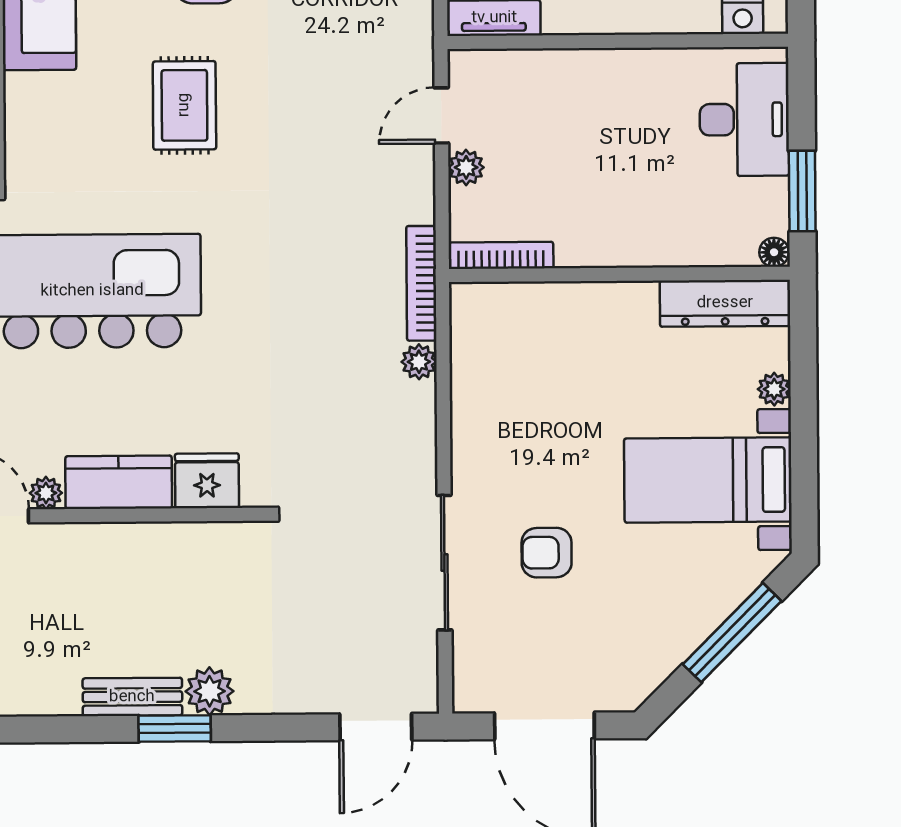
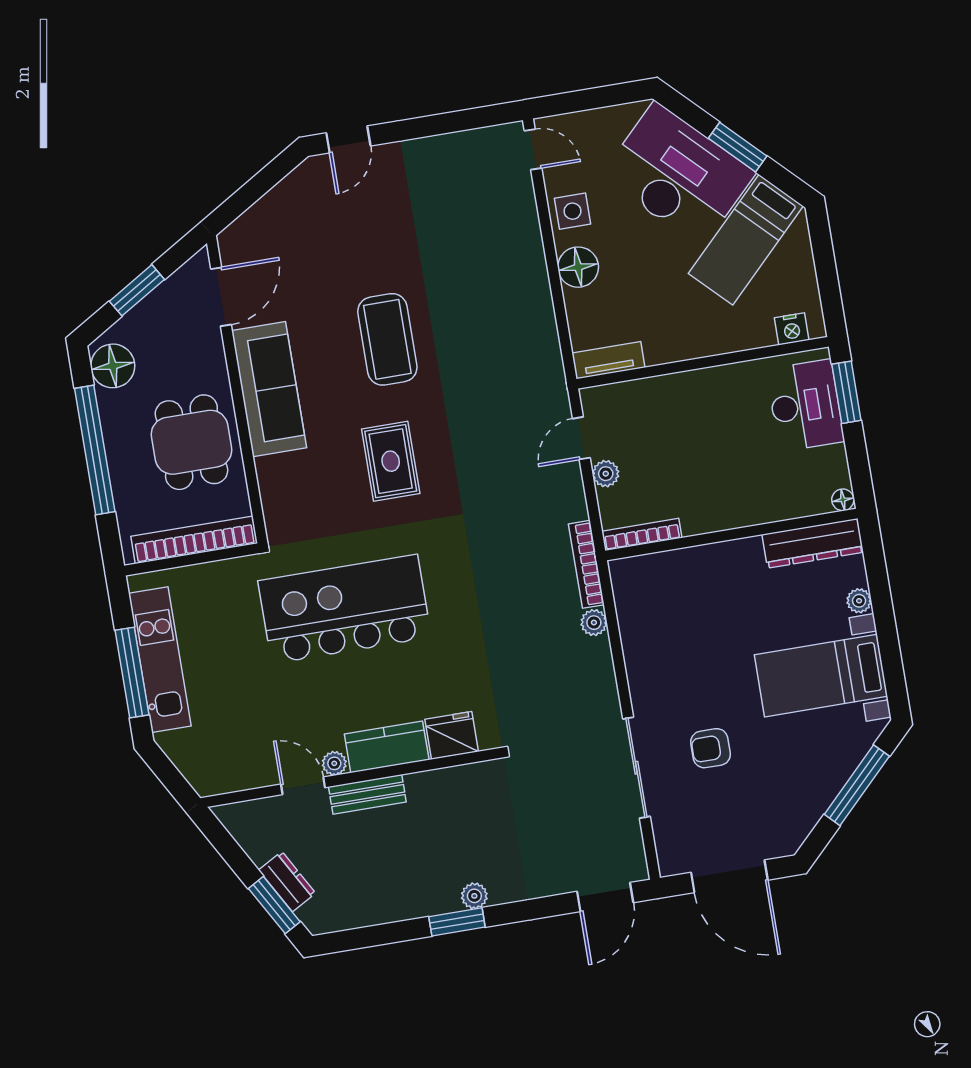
window: (802, 191) -> (846, 392), moved
plant: (210, 691) -> (474, 896), width x0.73, depth x0.73
bench: (132, 697) -> (367, 794), moved

